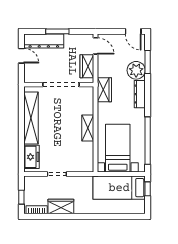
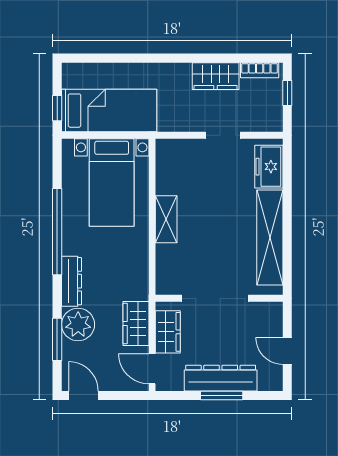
dresser: (44, 41) -> (221, 378), moved
wardrobe: (104, 90) -> (136, 323), moved
window: (148, 141) -> (57, 232), moved

